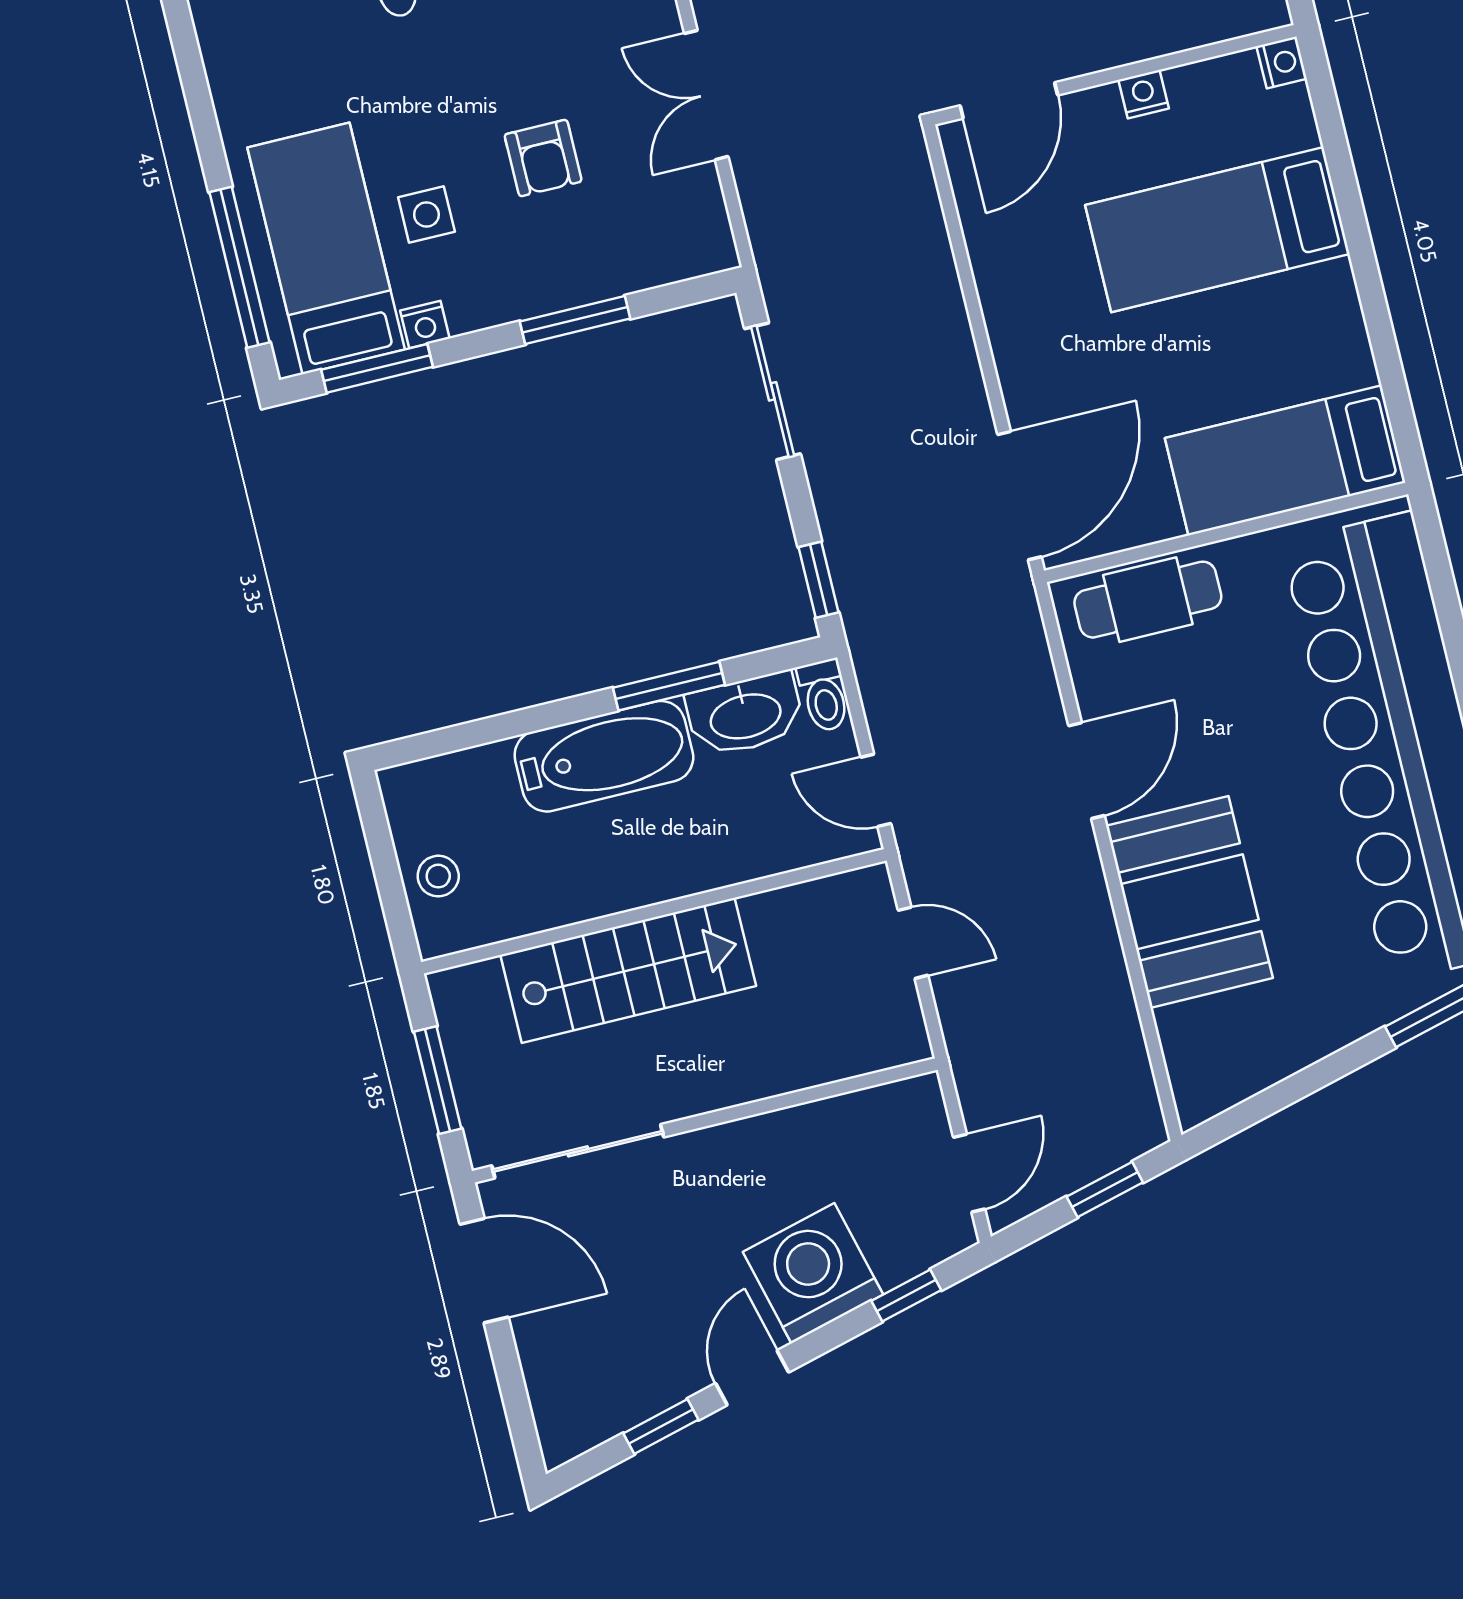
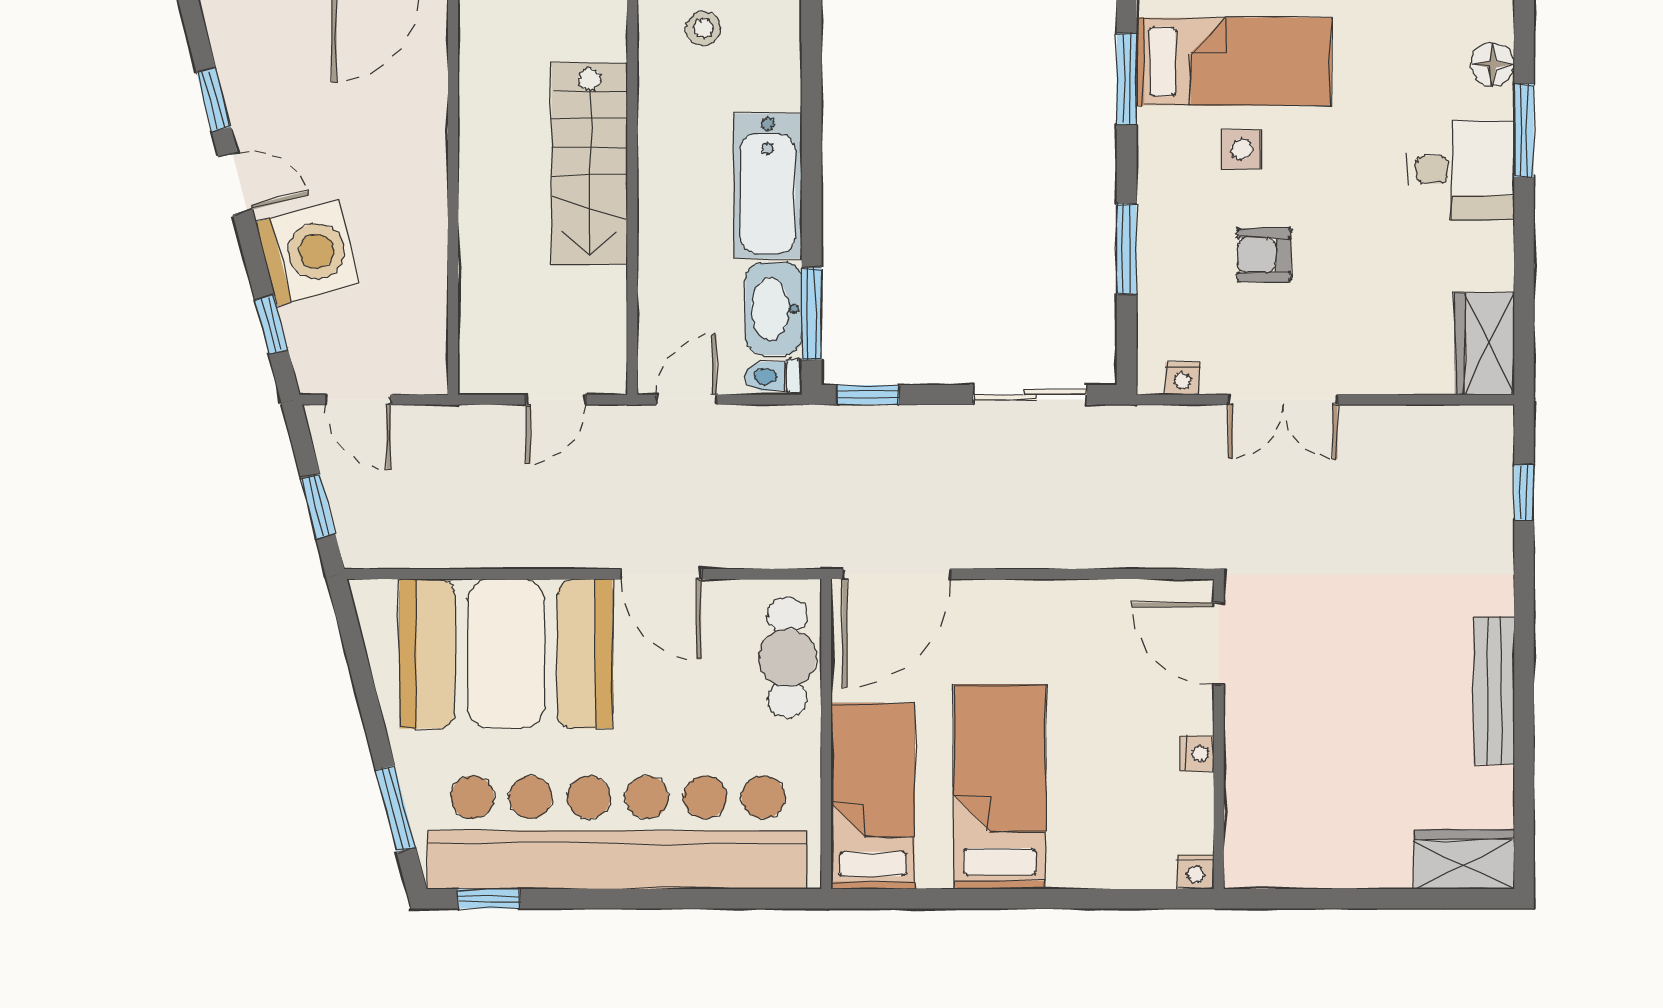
double door: (706, 95) -> (1283, 400), swing flipped
bed: (1217, 230) -> (1000, 787), moved
nightstand: (425, 325) -> (1182, 378), moved, turned -90
door: (1019, 496) -> (897, 574), hinge flipped
window: (669, 686) -> (812, 314), moved
booth: (1189, 902) -> (506, 654), width x1.36, depth x1.42
sliding door: (578, 1151) -> (453, 87), removed

